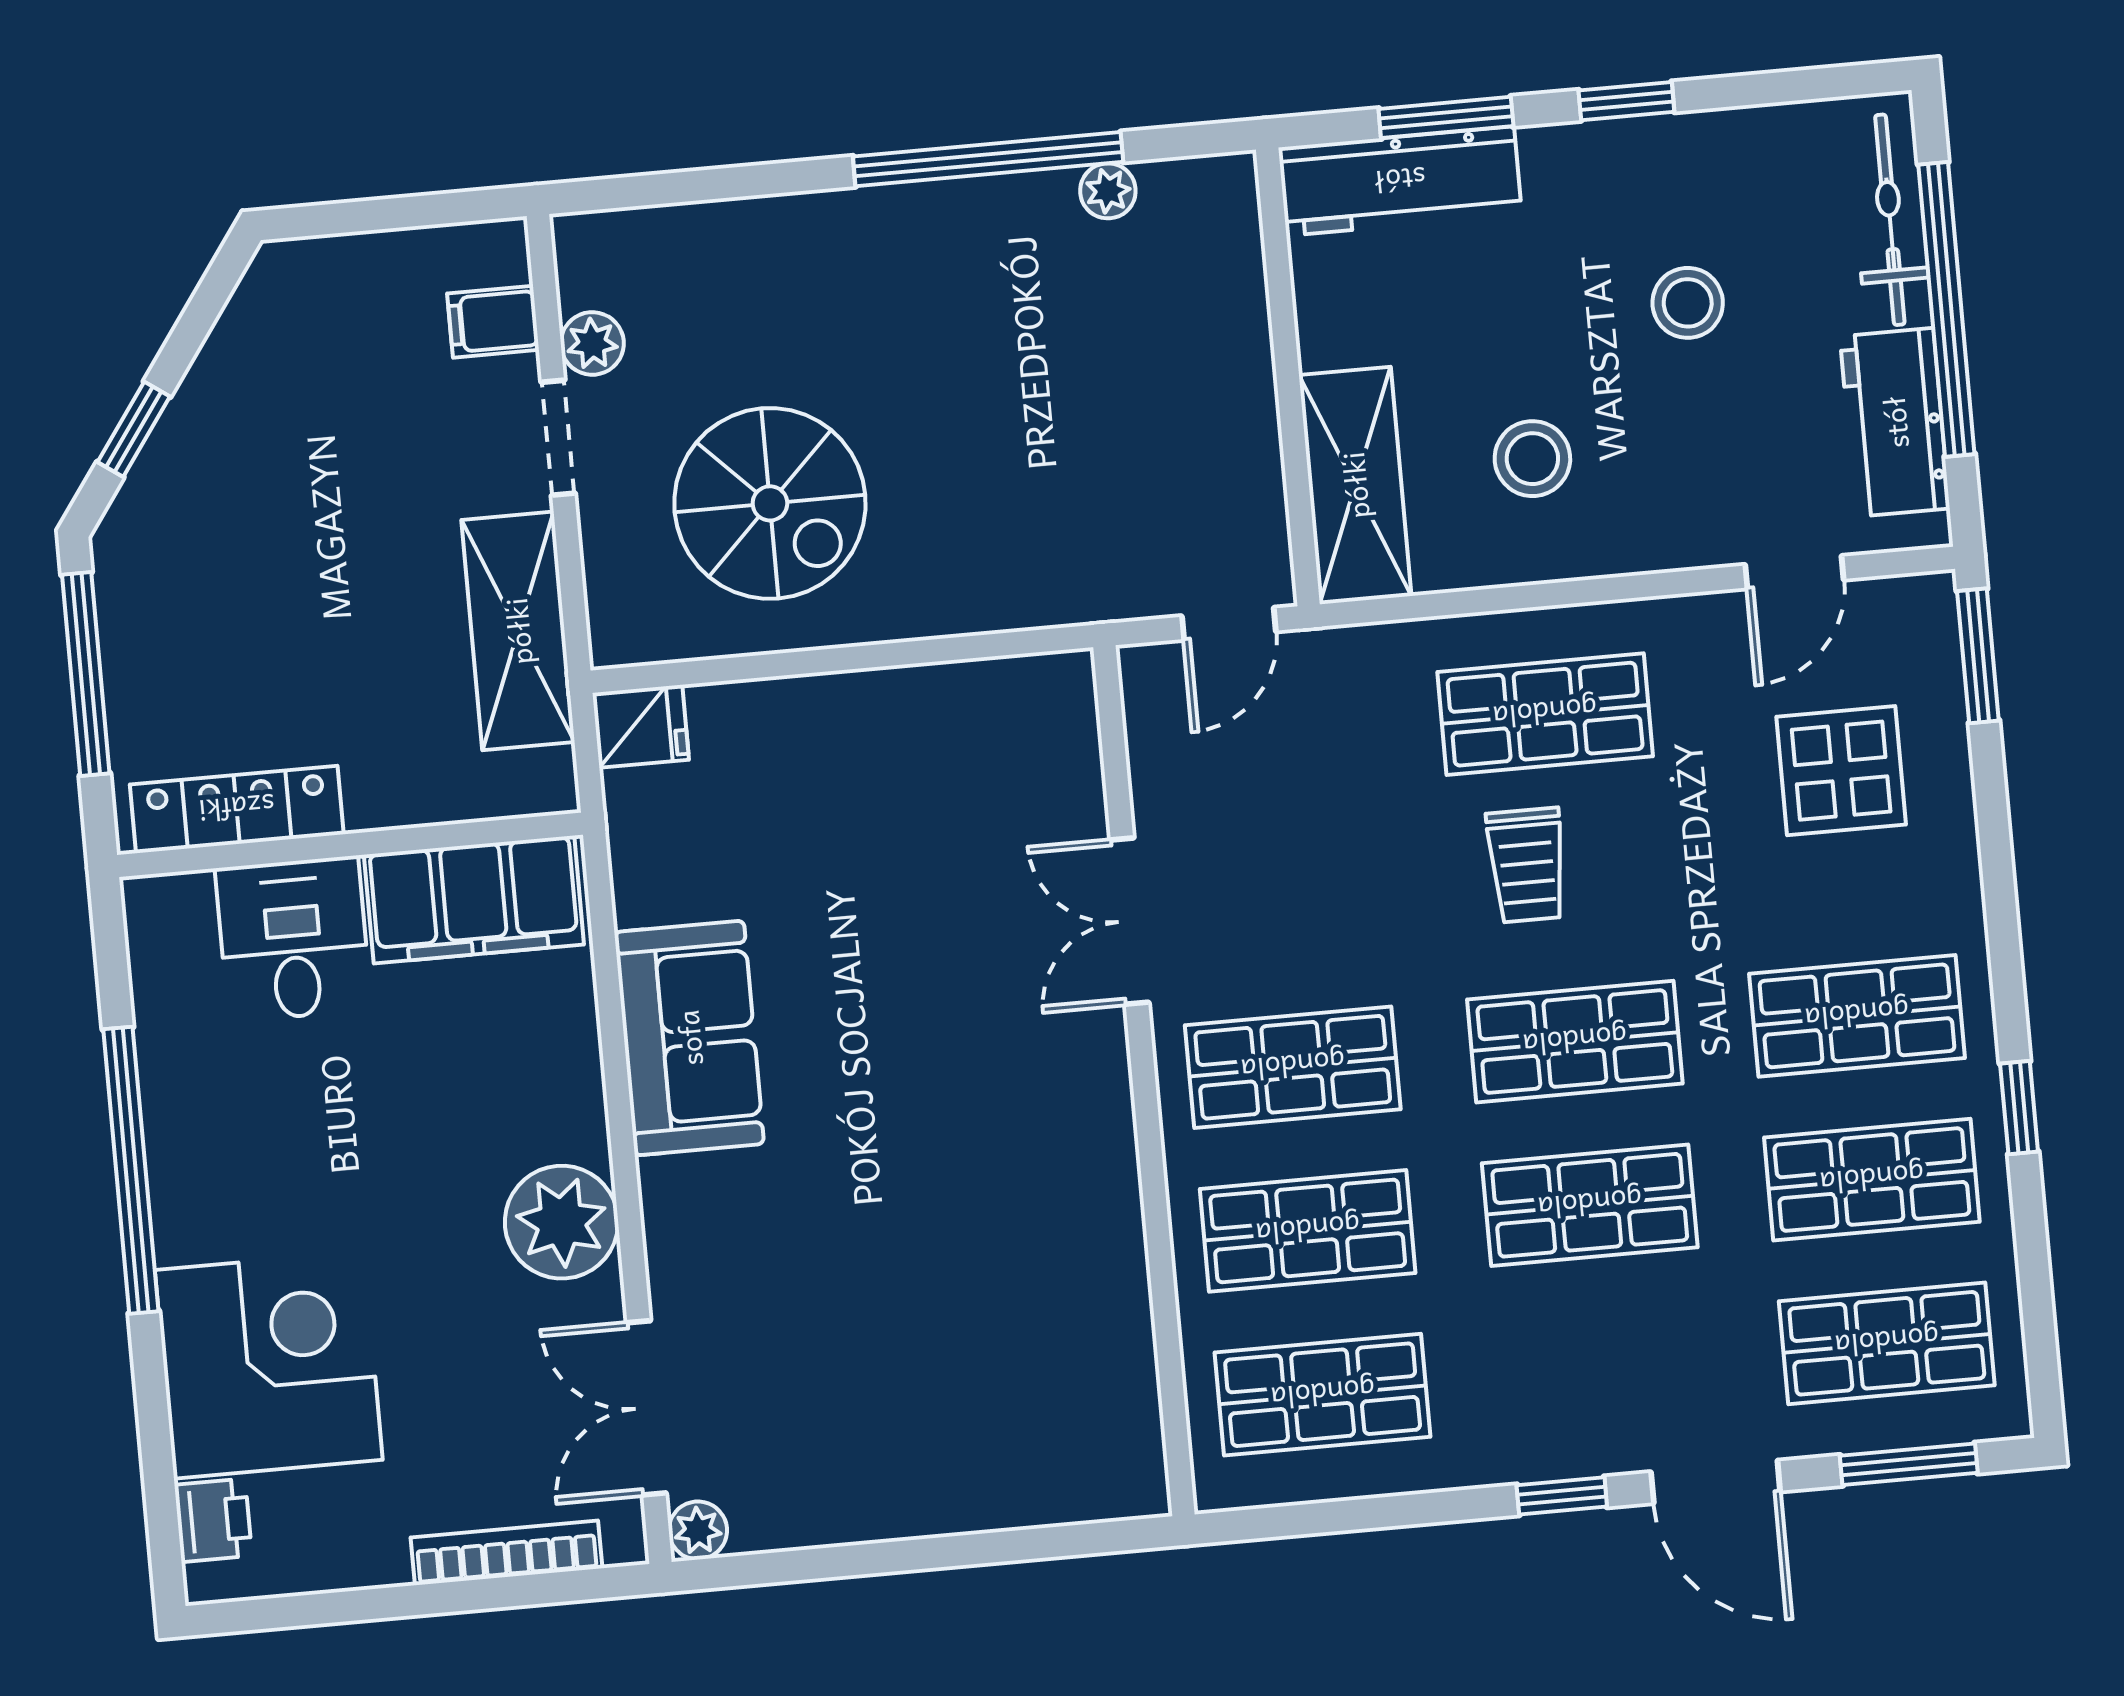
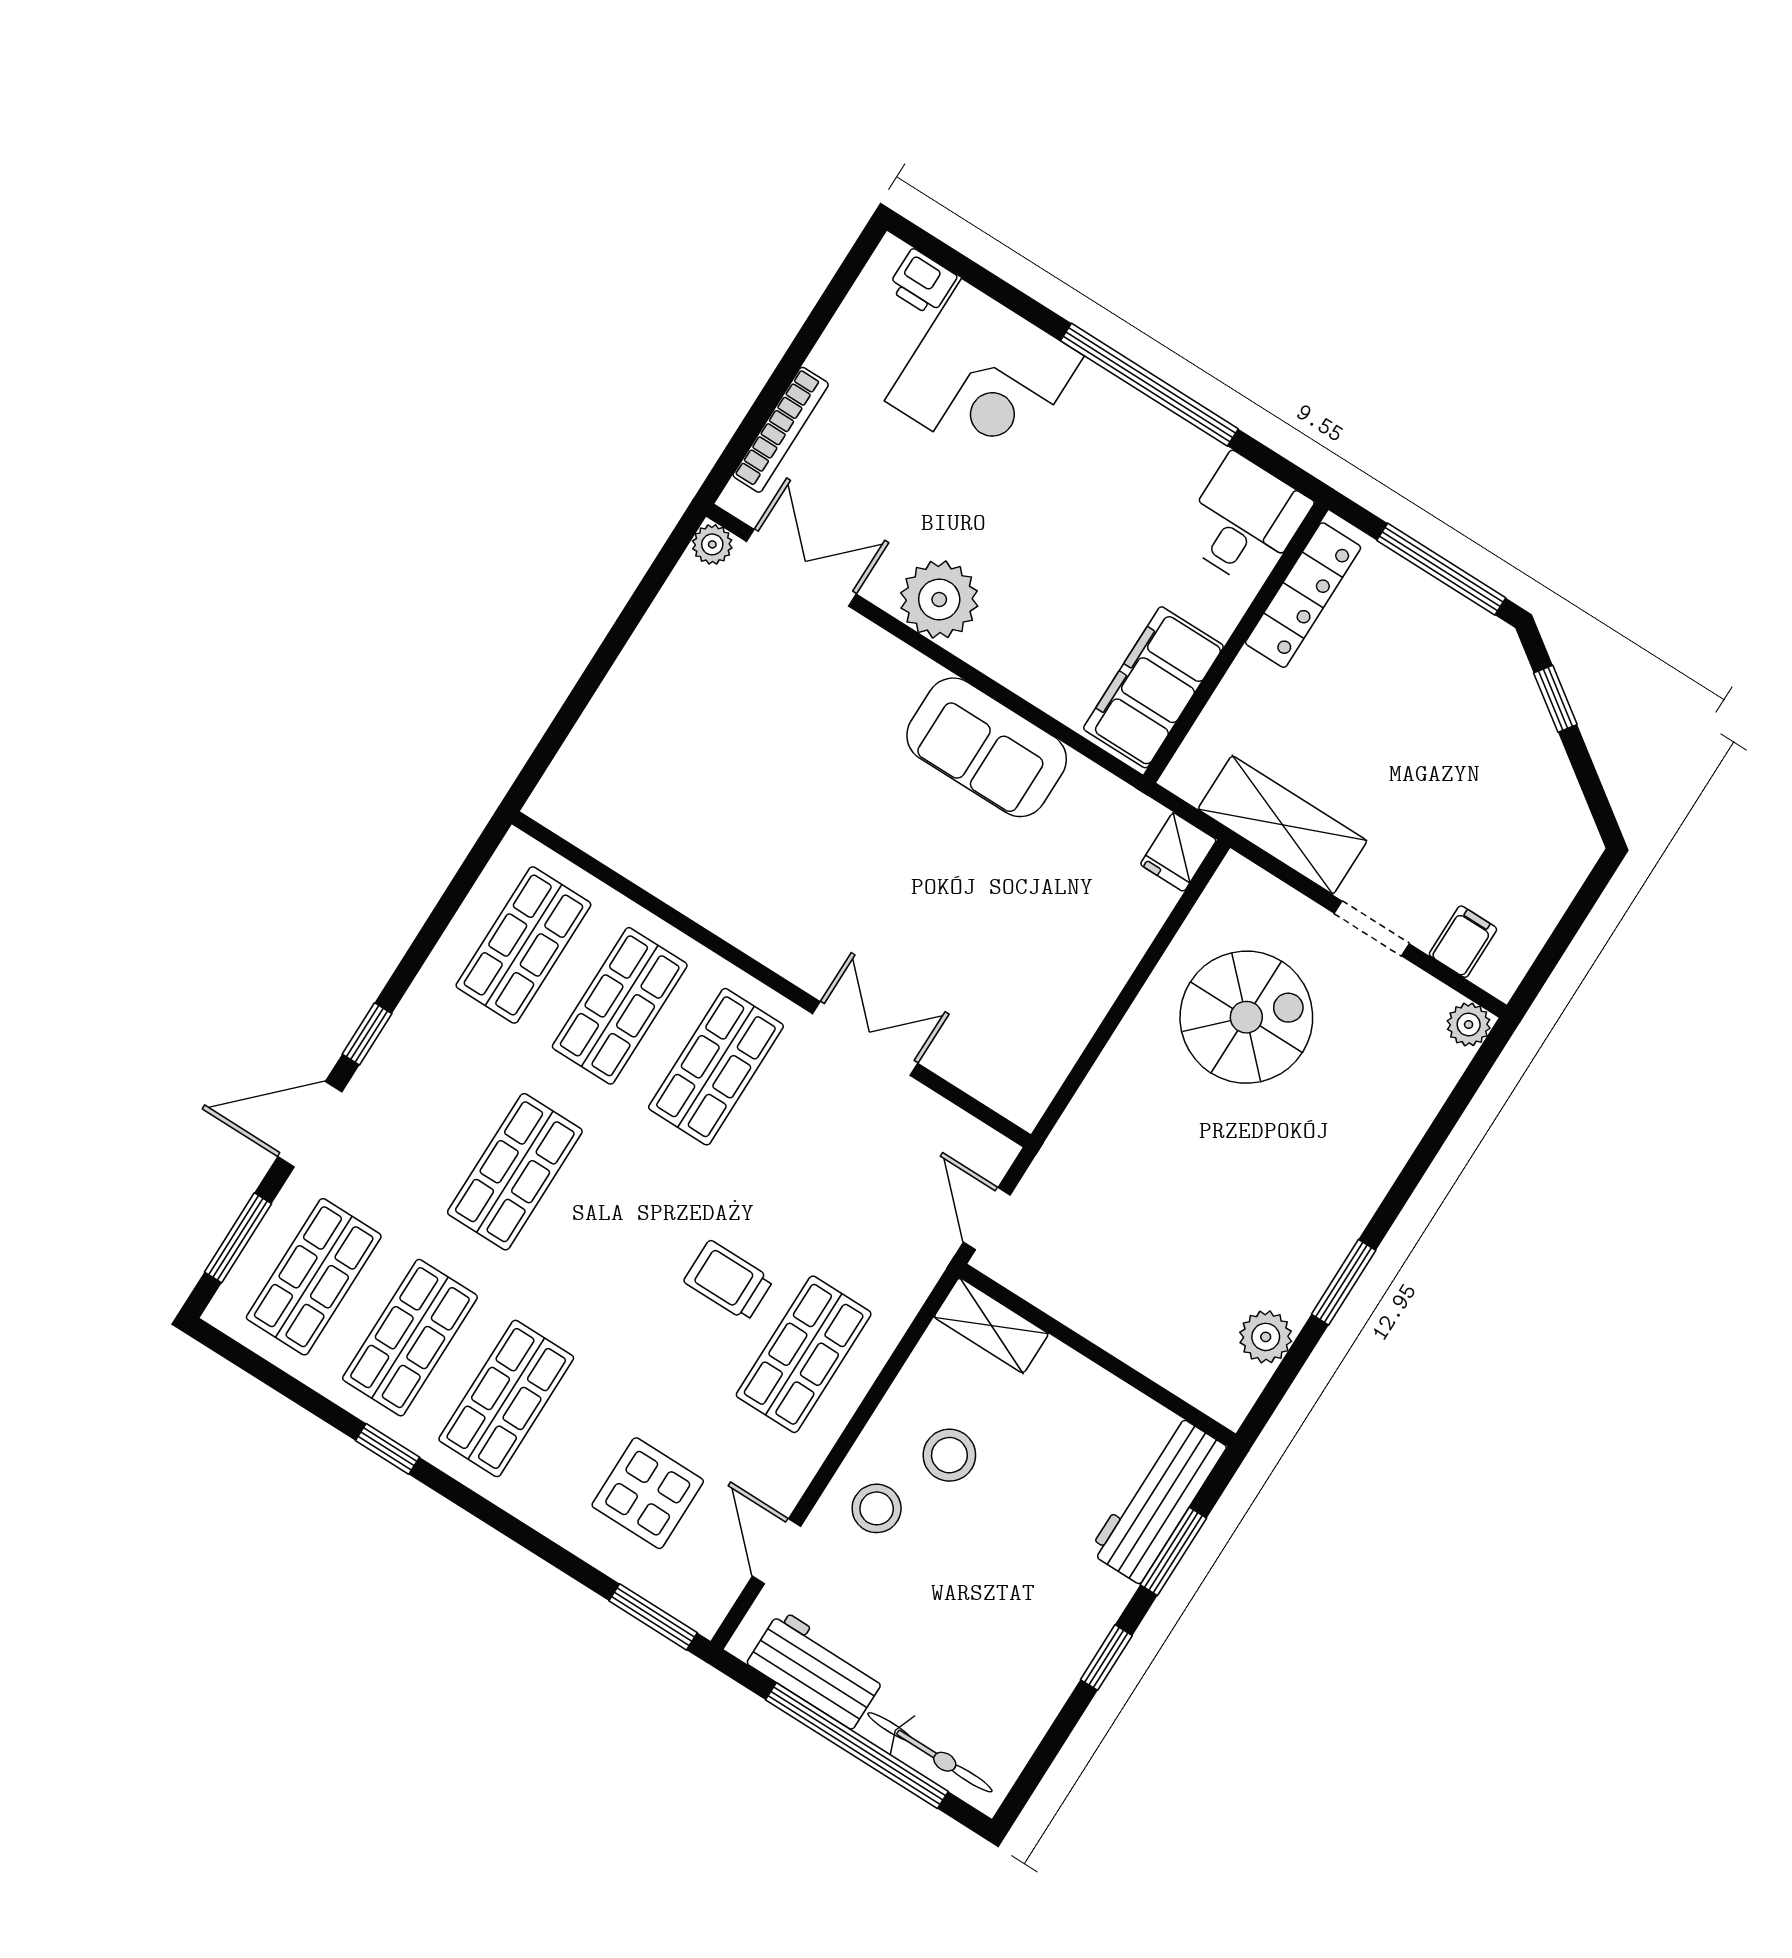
window: (988, 159) -> (1344, 1282), width x0.47
plant: (1108, 191) -> (1266, 1337), width x1.38, depth x1.38
stool: (1688, 303) -> (877, 1508), moved
plant: (592, 343) -> (1469, 1024), moved
shelving: (1355, 485) -> (991, 1325), width x0.67, depth x0.75
spiral stairs: (770, 503) -> (1246, 1017), turned 180
desk: (293, 939) -> (1245, 521), moved, turned -90
shop shelf: (1575, 1042) -> (611, 1233), removed

